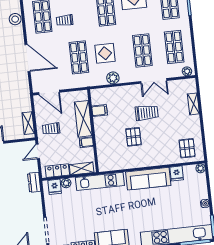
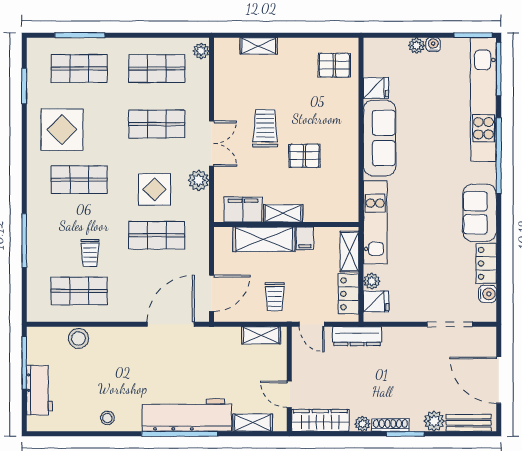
door: (28, 58) -> (171, 324), moved
double door: (154, 81) -> (212, 144), moved
filing cabinet: (100, 110) -> (243, 210), width x2.00
shelving: (99, 128) -> (283, 213), added
plant: (201, 168) -> (417, 46), moved
dresser: (34, 182) -> (357, 336), width x1.44

